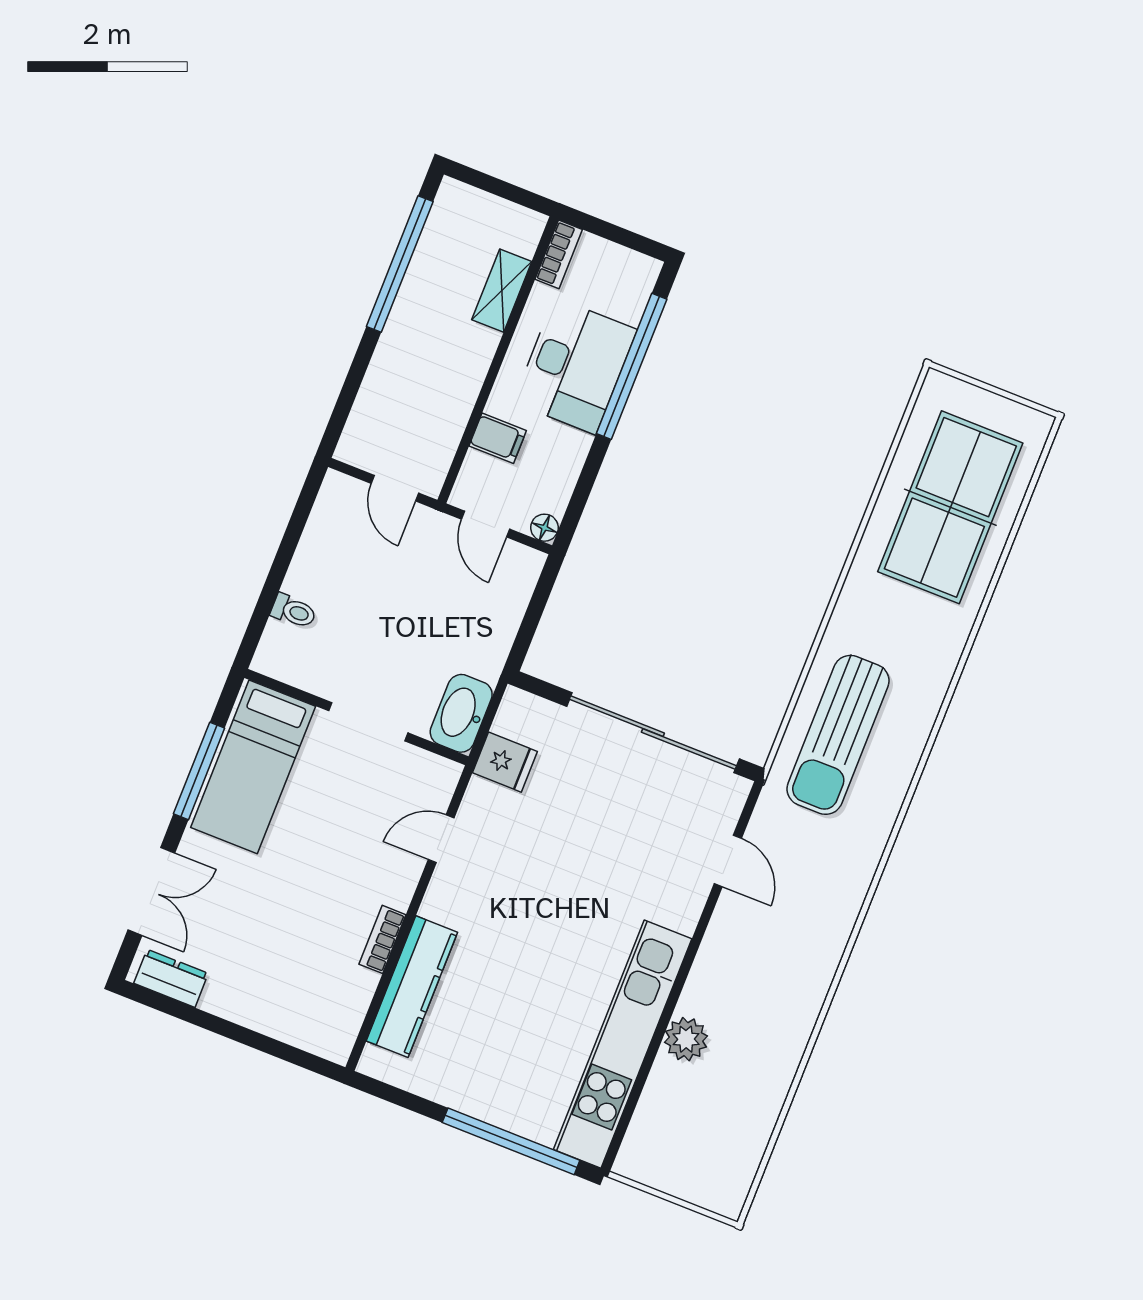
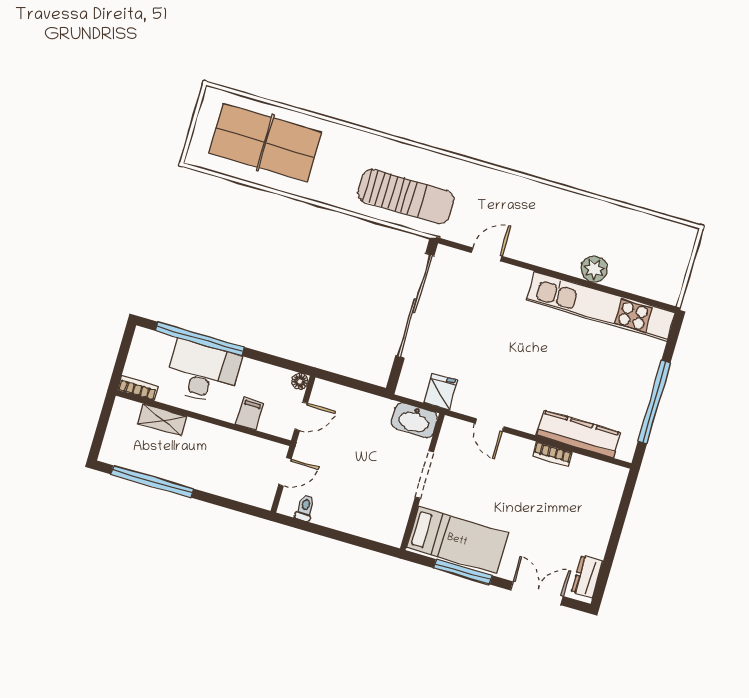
toilet: (294, 611) -> (305, 508), moved
window: (511, 1141) -> (654, 402), moved

